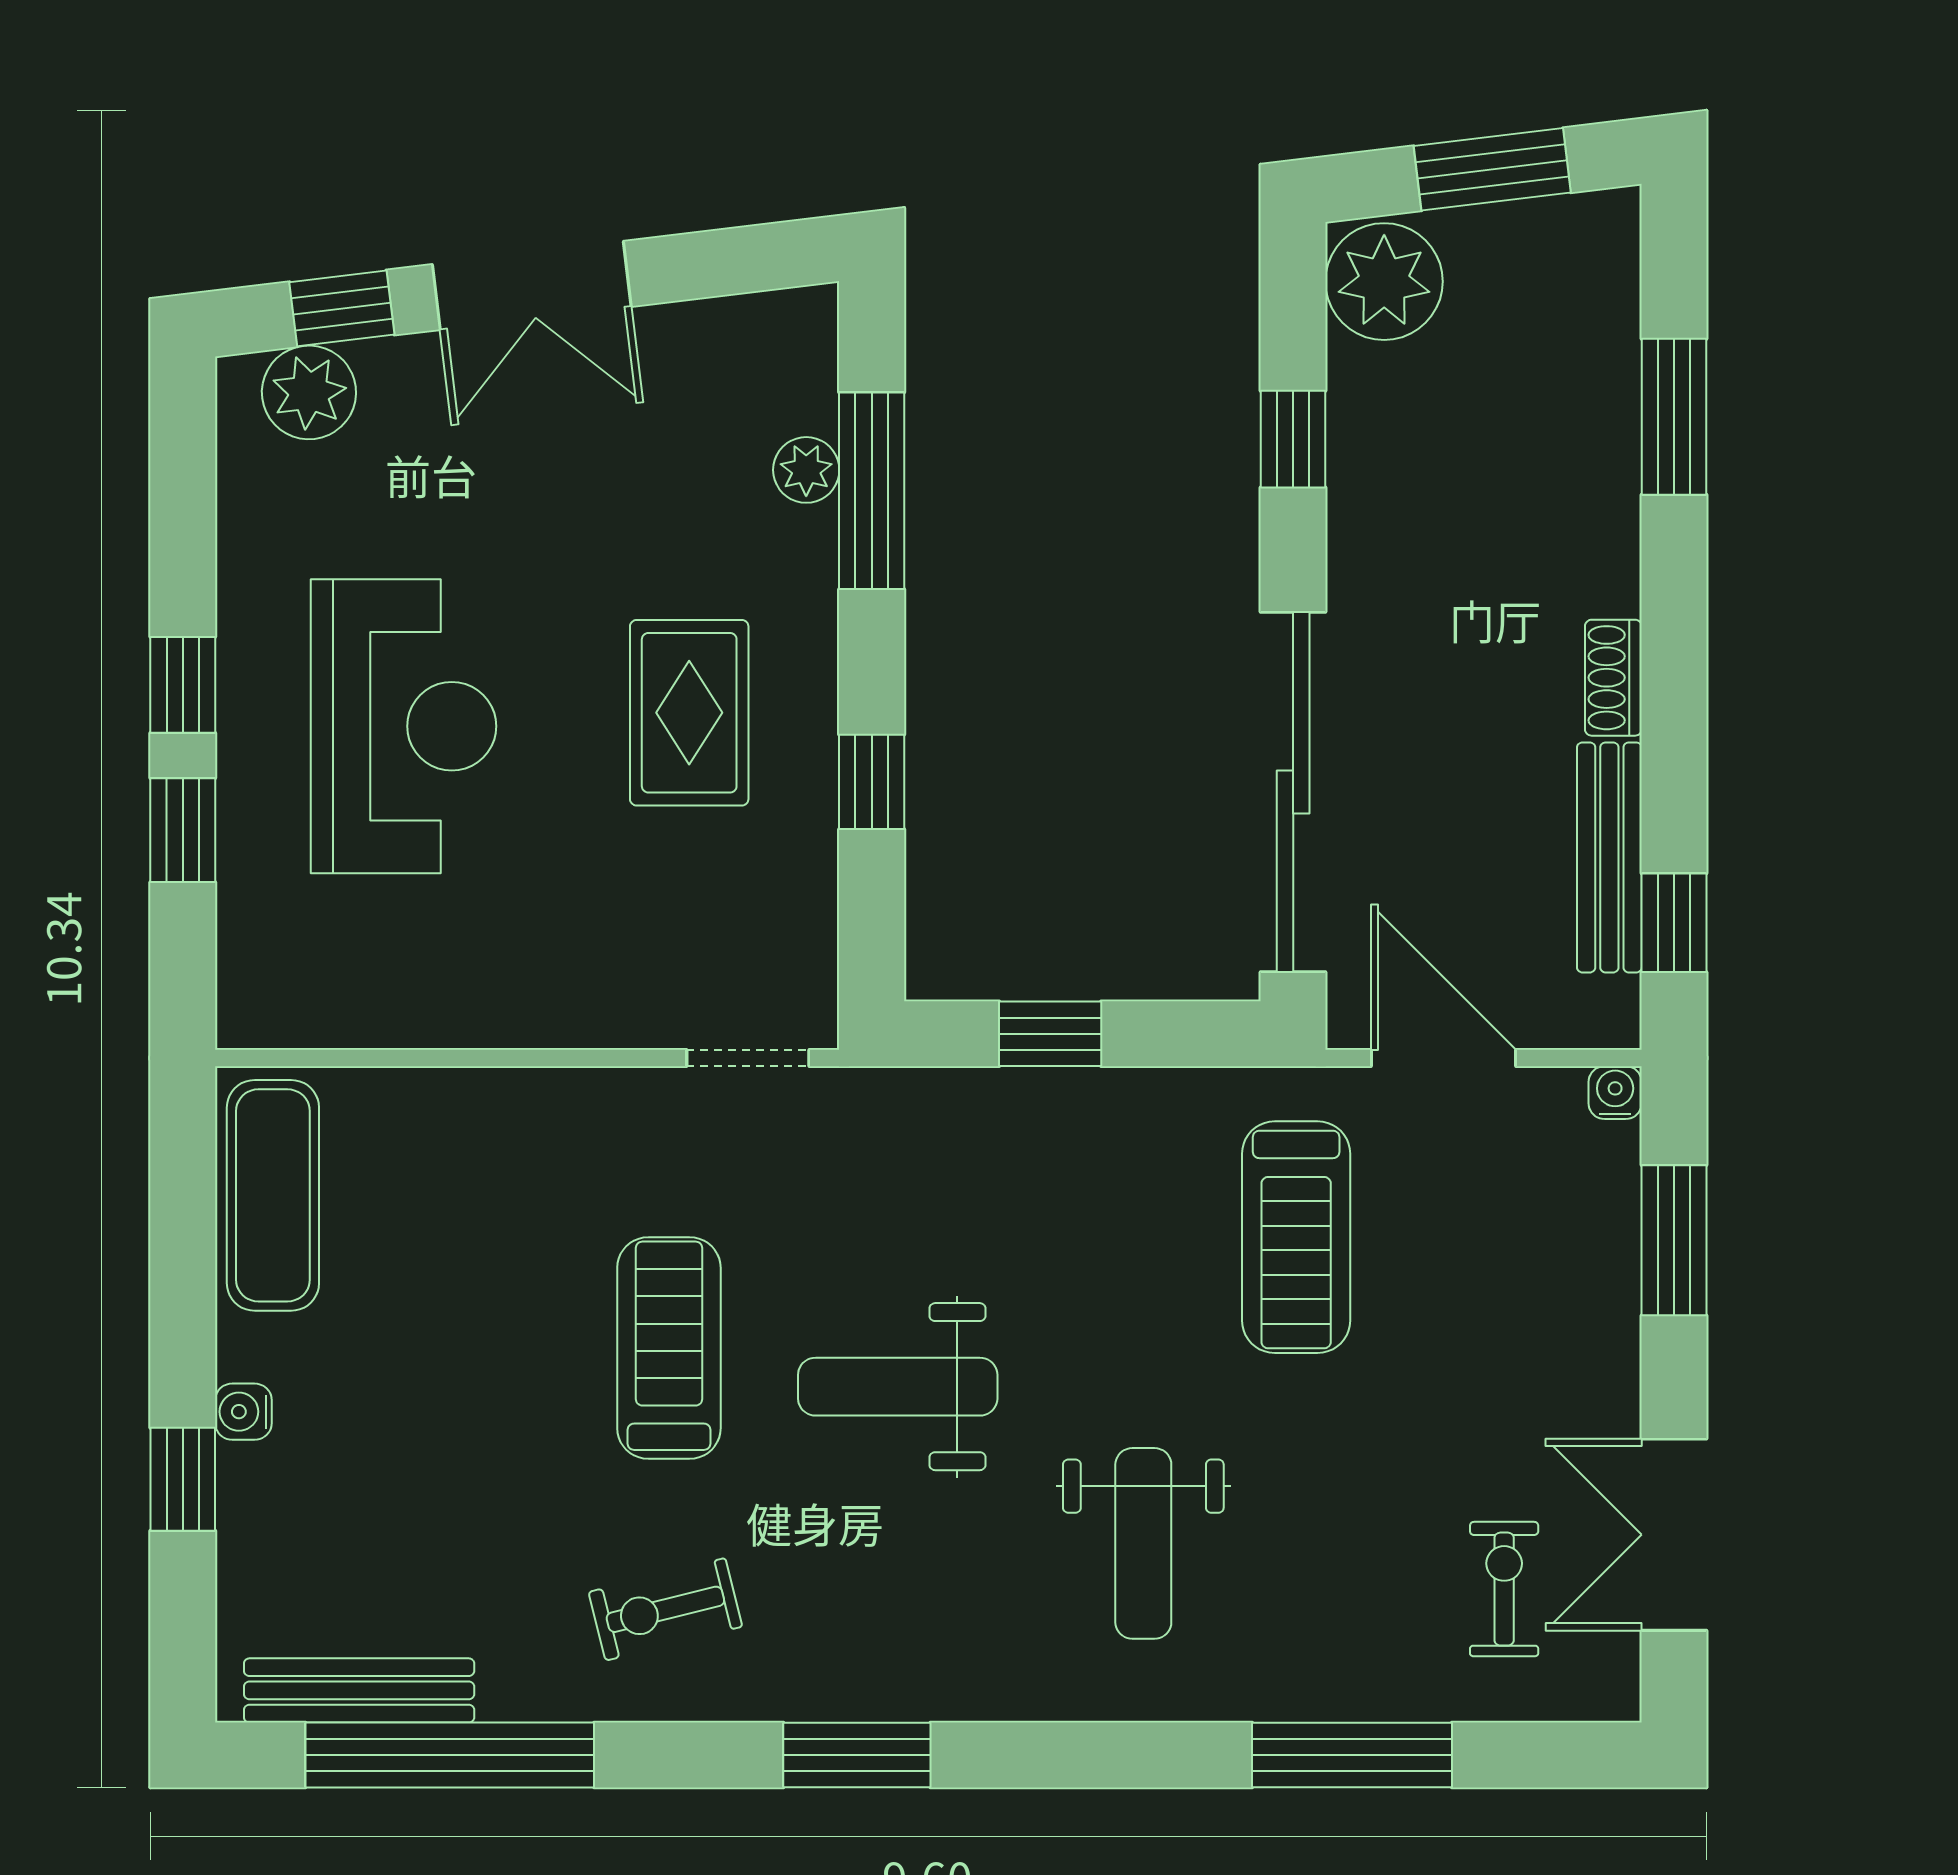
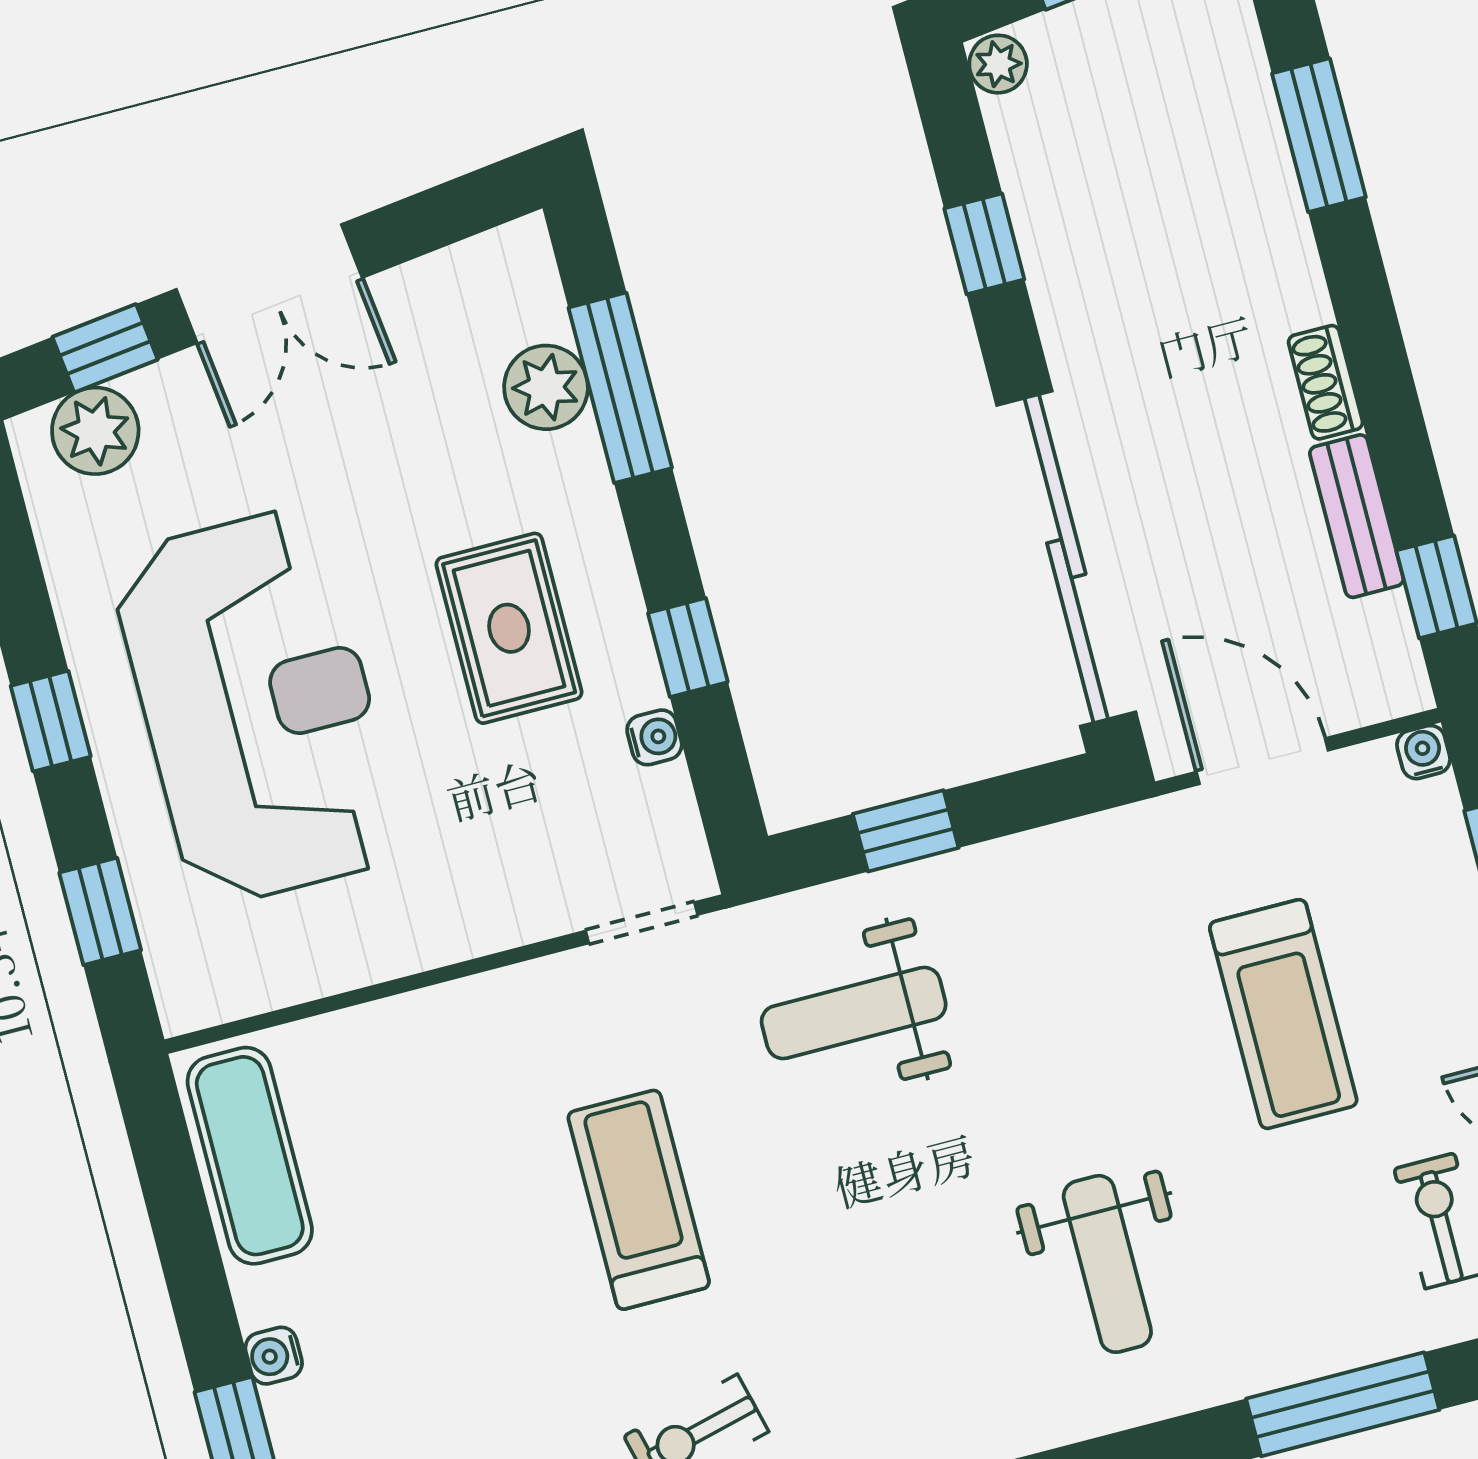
plant: (1384, 282) -> (998, 64), width x0.53, depth x0.53
plant: (806, 470) -> (546, 387), width x1.38, depth x1.38
reception desk: (404, 726) -> (257, 707), width x1.36, depth x1.30
window: (183, 830) -> (100, 911), moved
bench: (1609, 857) -> (1357, 516), width x0.73
water cooler: (812, 867) -> (654, 737), added
treadmill: (1296, 1237) -> (1283, 1014), moved
weight bench: (898, 1387) -> (854, 1013), moved

